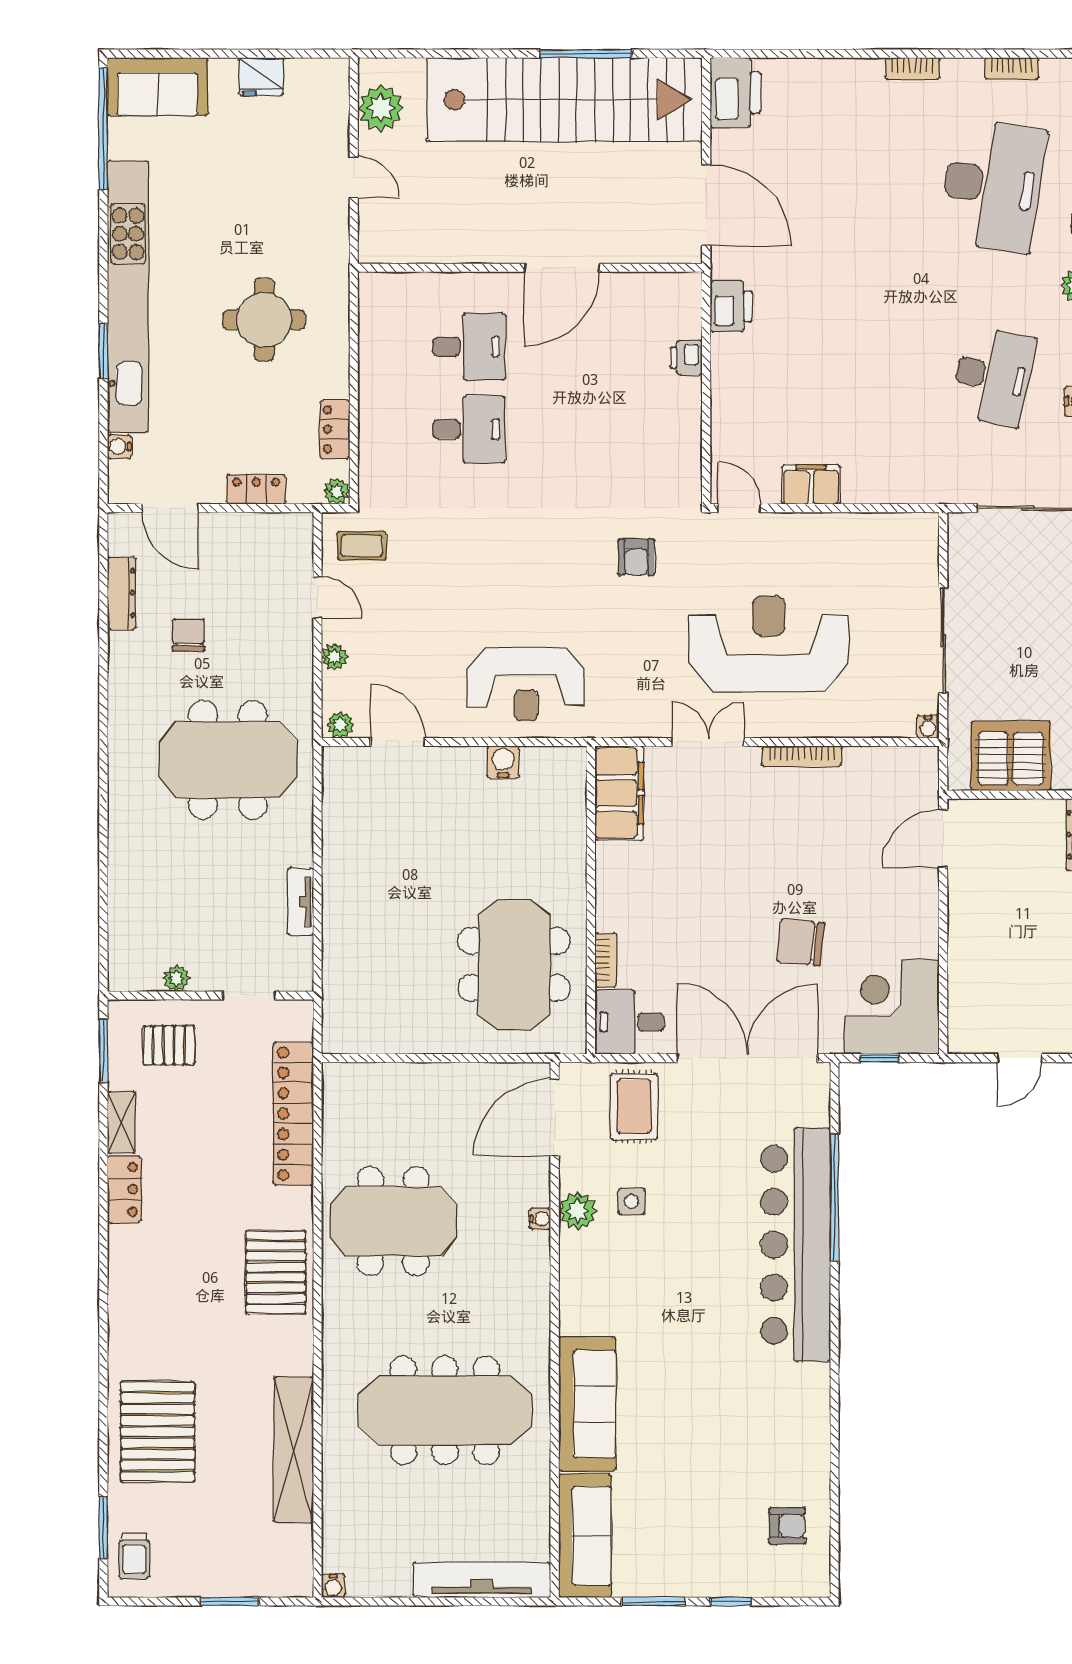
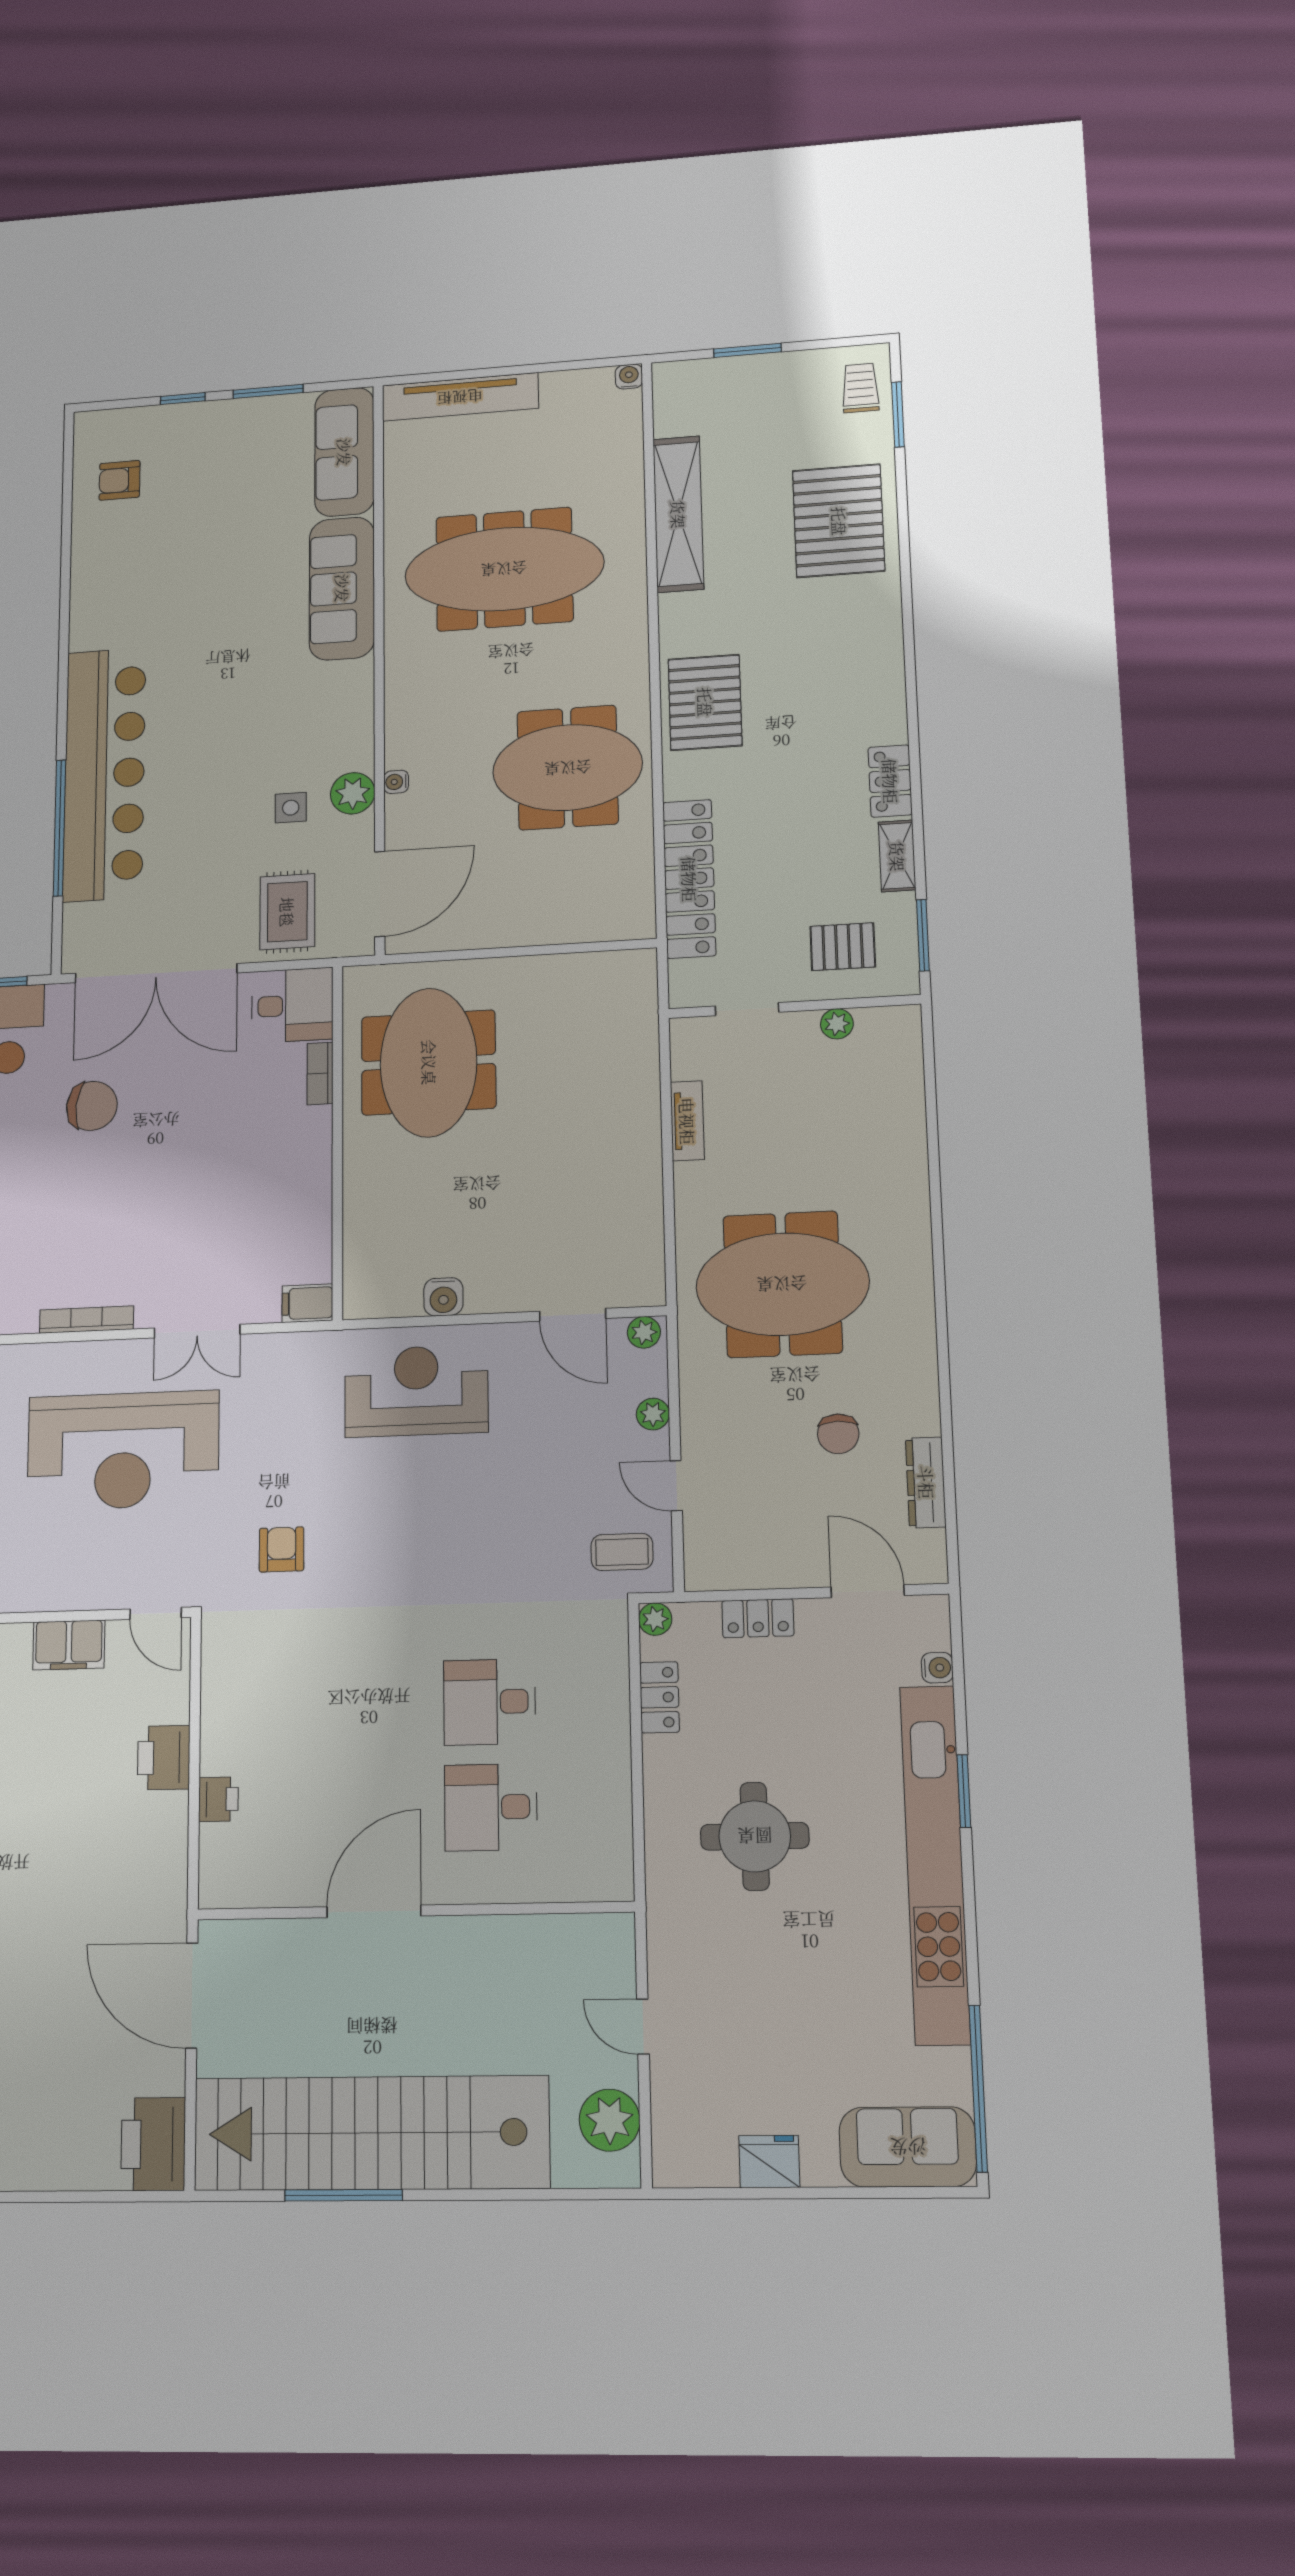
printer: (731, 306) -> (164, 1758), moved
filing cabinet: (619, 793) -> (307, 1303), width x0.33, depth x0.86

